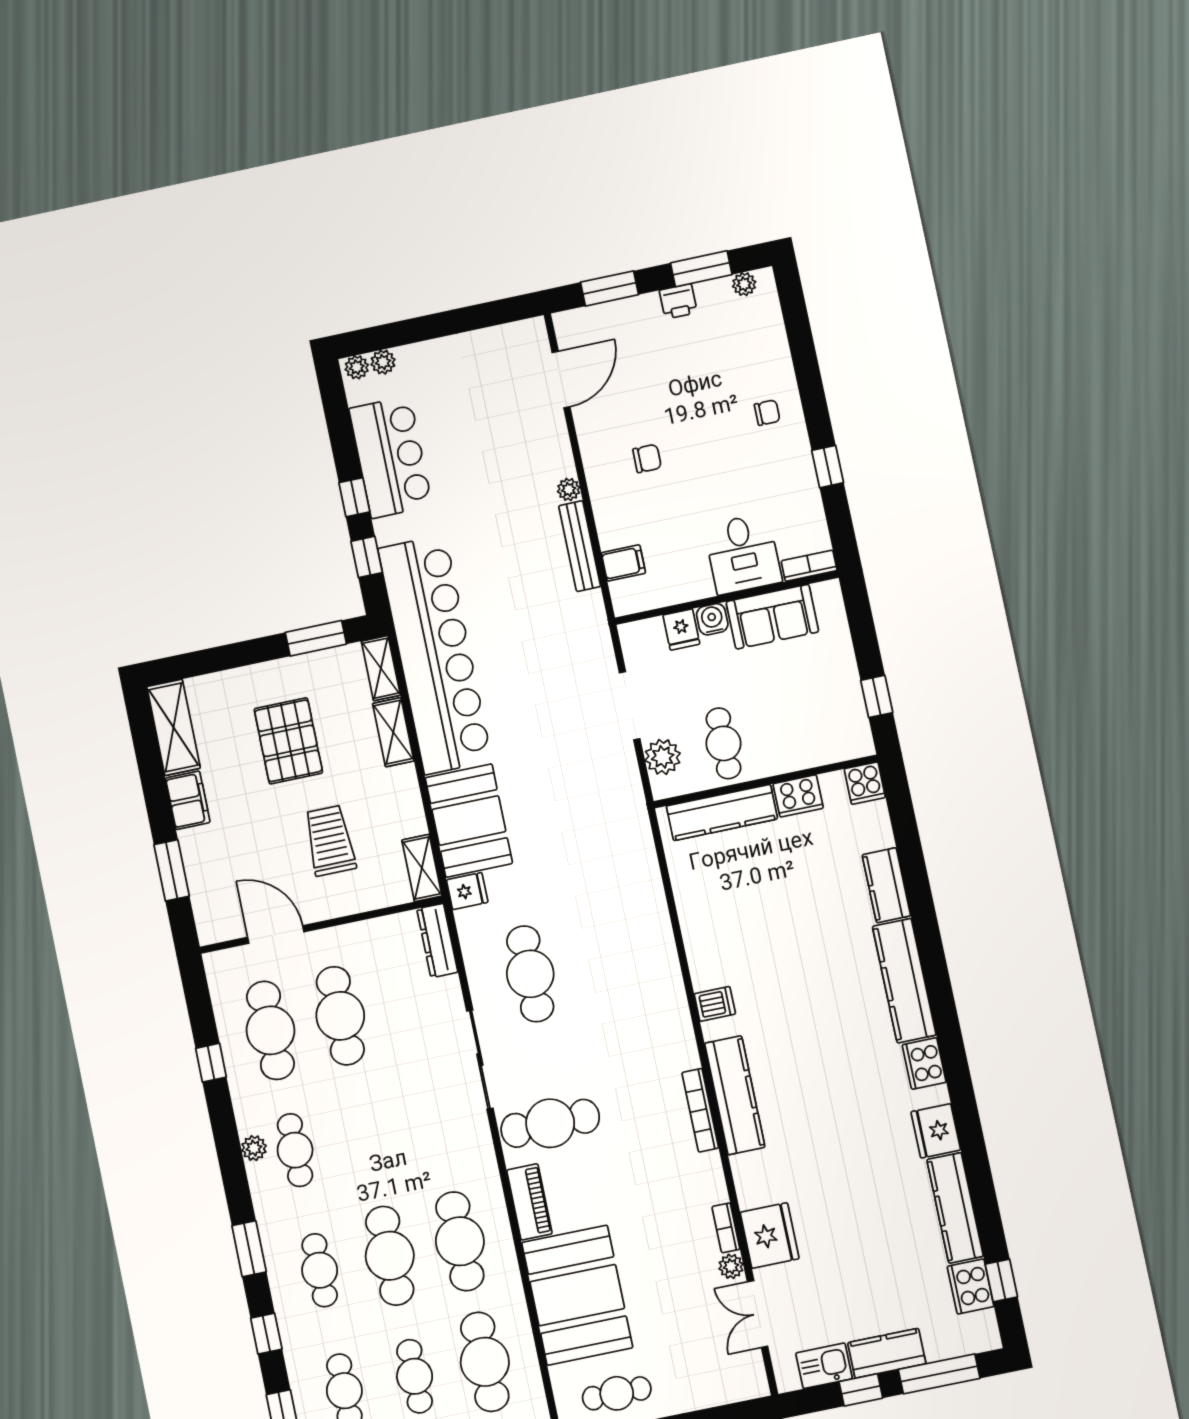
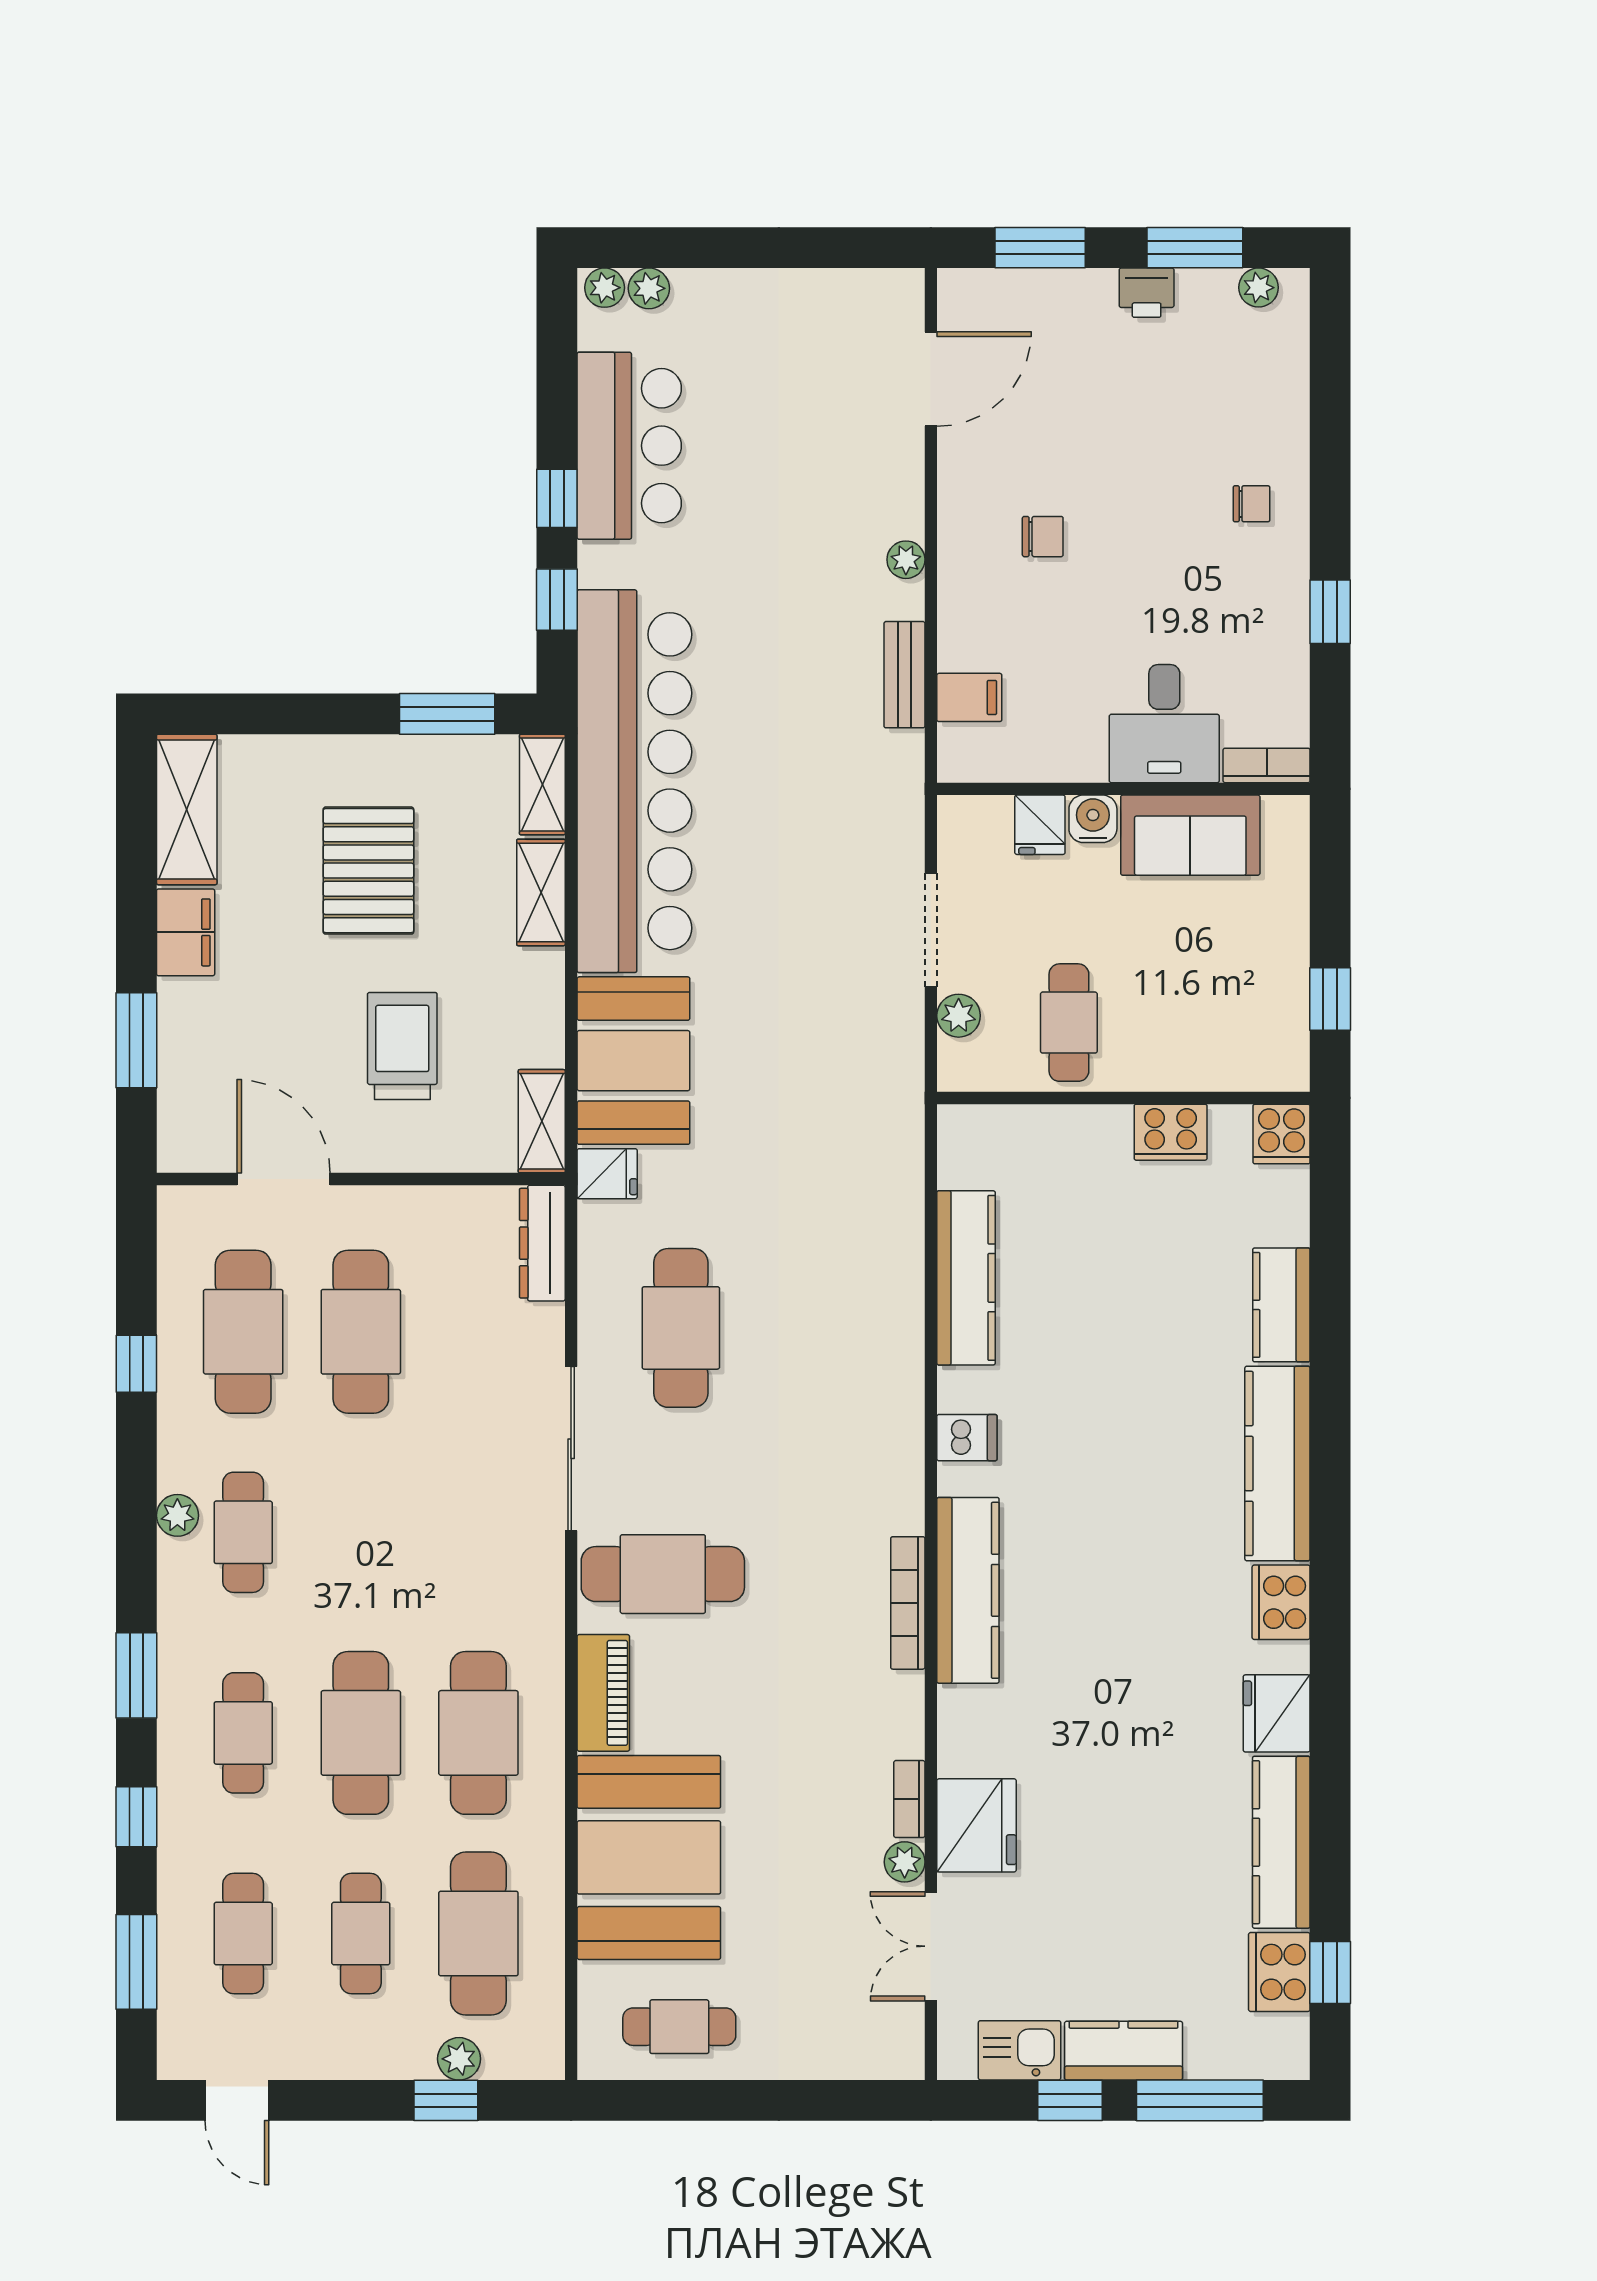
bench: (580, 546) -> (904, 675), width x0.73
plant: (663, 757) -> (959, 1016), width x0.73, depth x0.73
kitchen counter: (722, 813) -> (966, 1278), moved, turned -90

